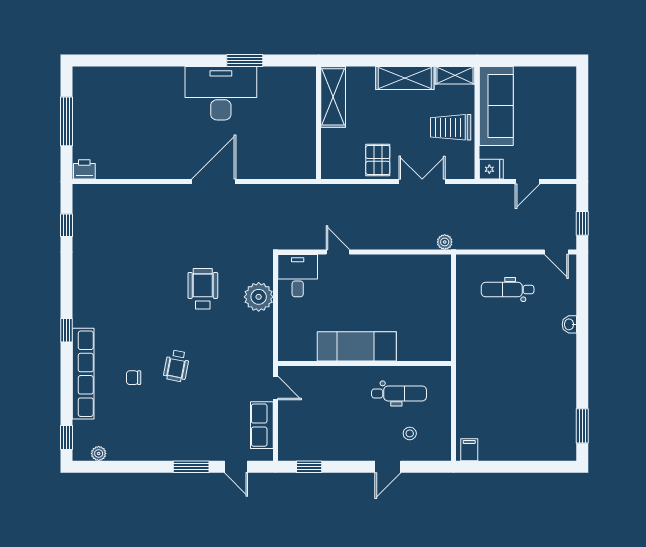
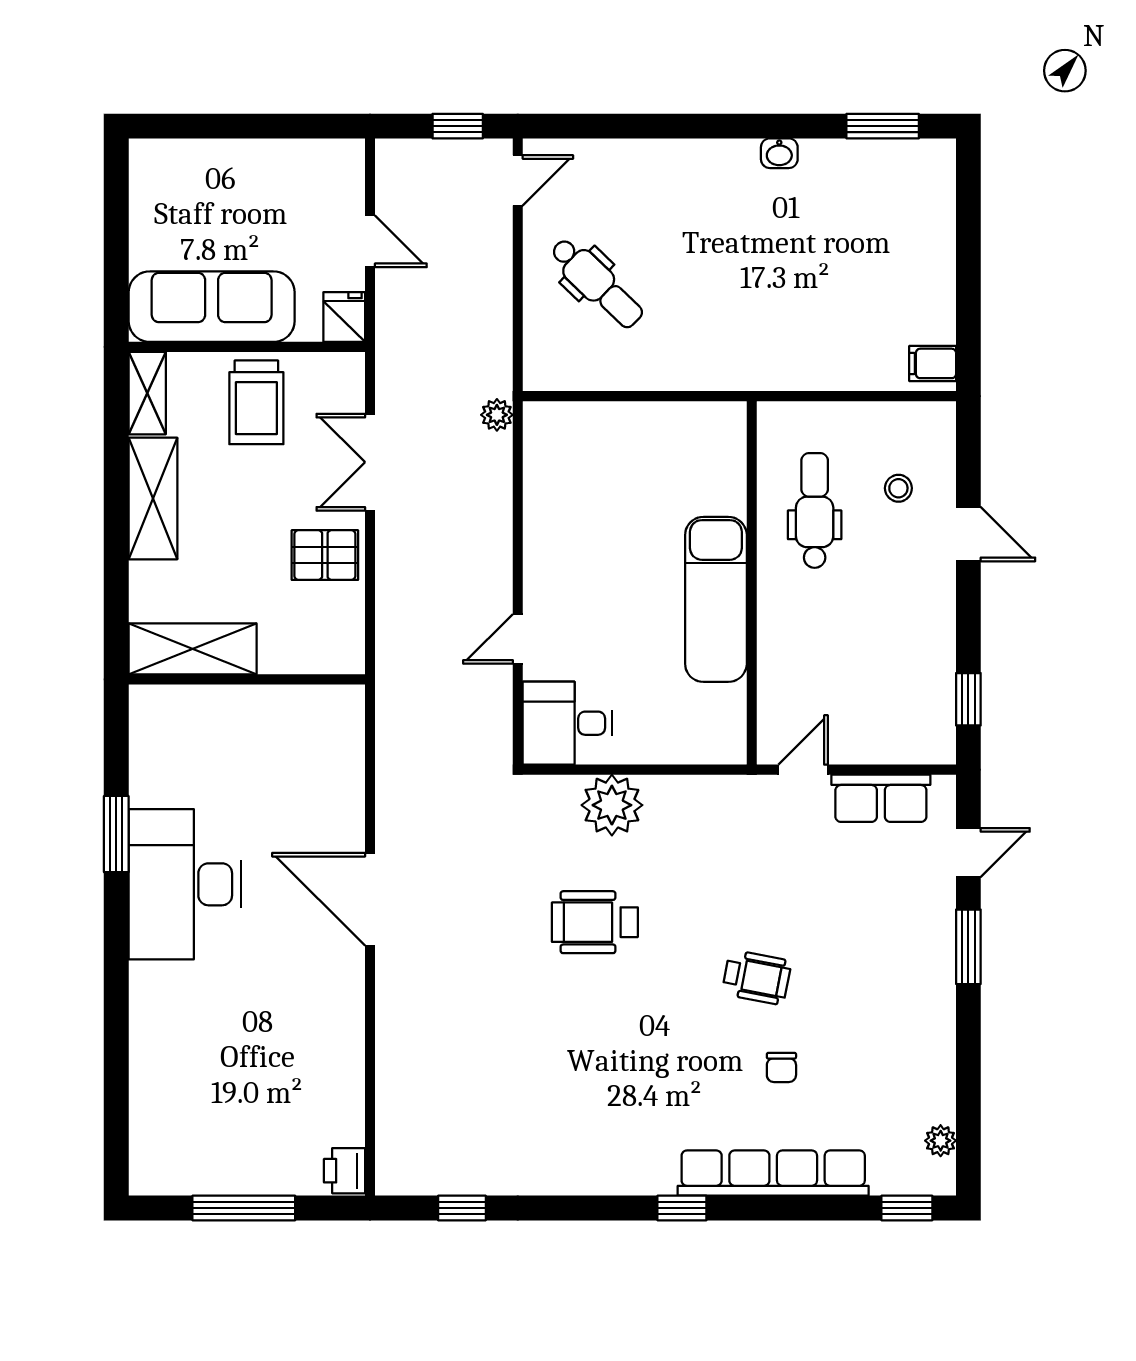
dental chair: (508, 290) -> (597, 283), turned -46
washbasin: (569, 324) -> (779, 153), moved

